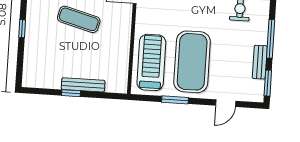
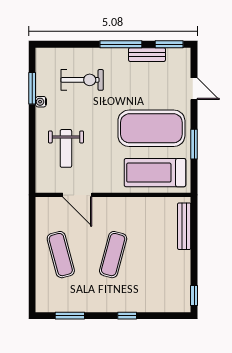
bench: (83, 85) -> (184, 226), moved
window: (71, 93) -> (194, 295), moved

